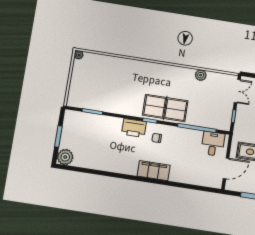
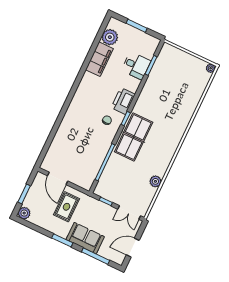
desk: (213, 144) -> (136, 66), moved
plant: (65, 157) -> (110, 37), moved
filing cabinet: (154, 171) -> (99, 59), moved

